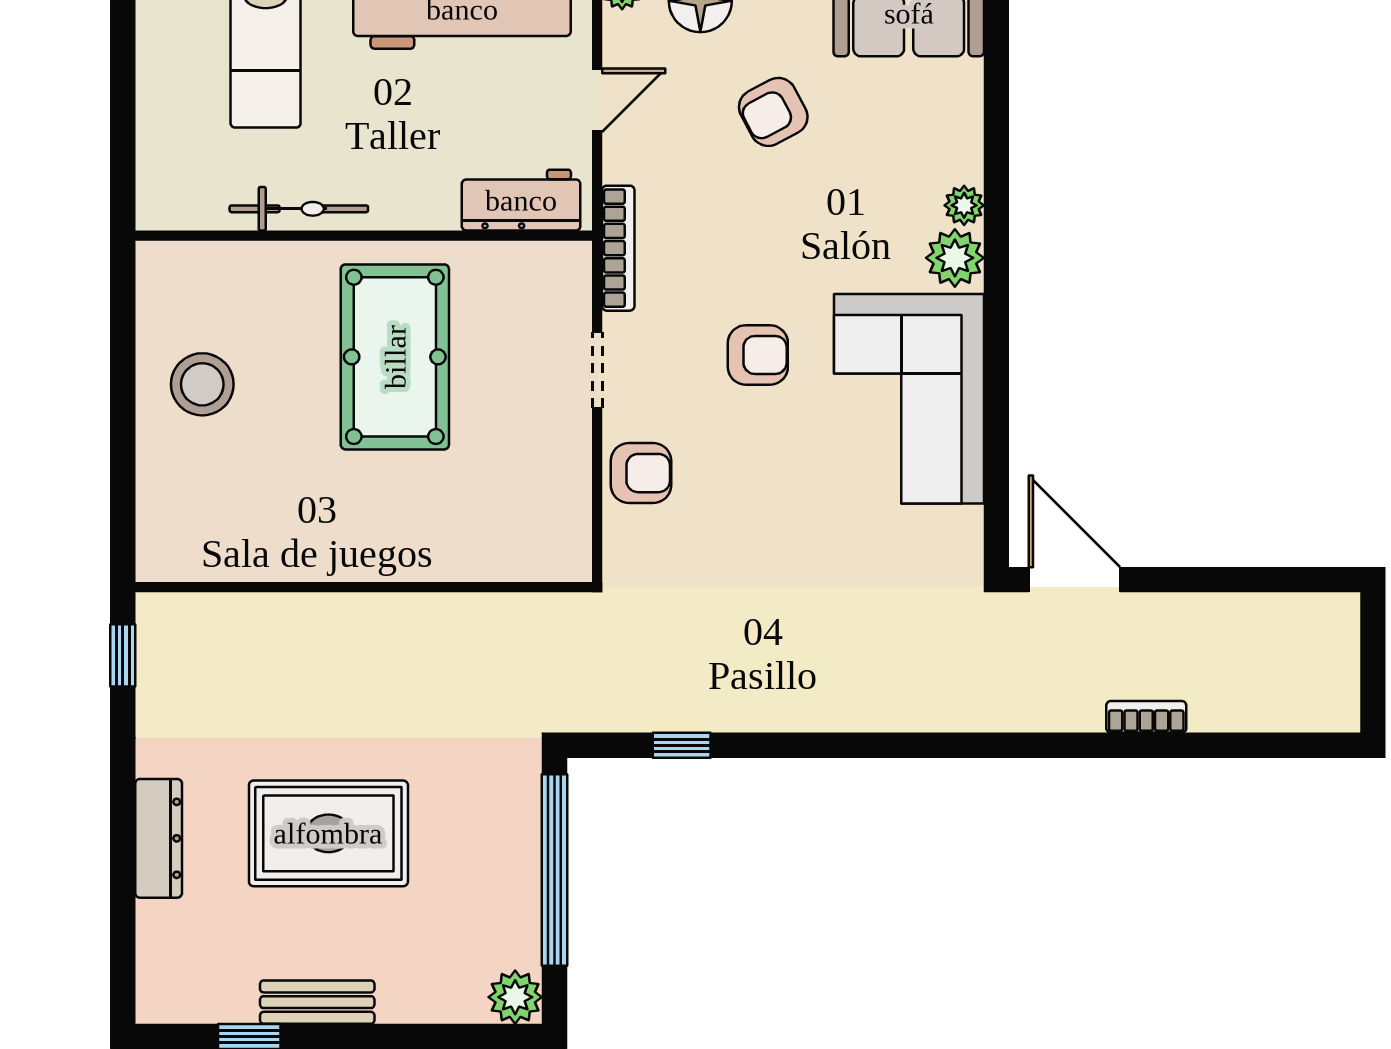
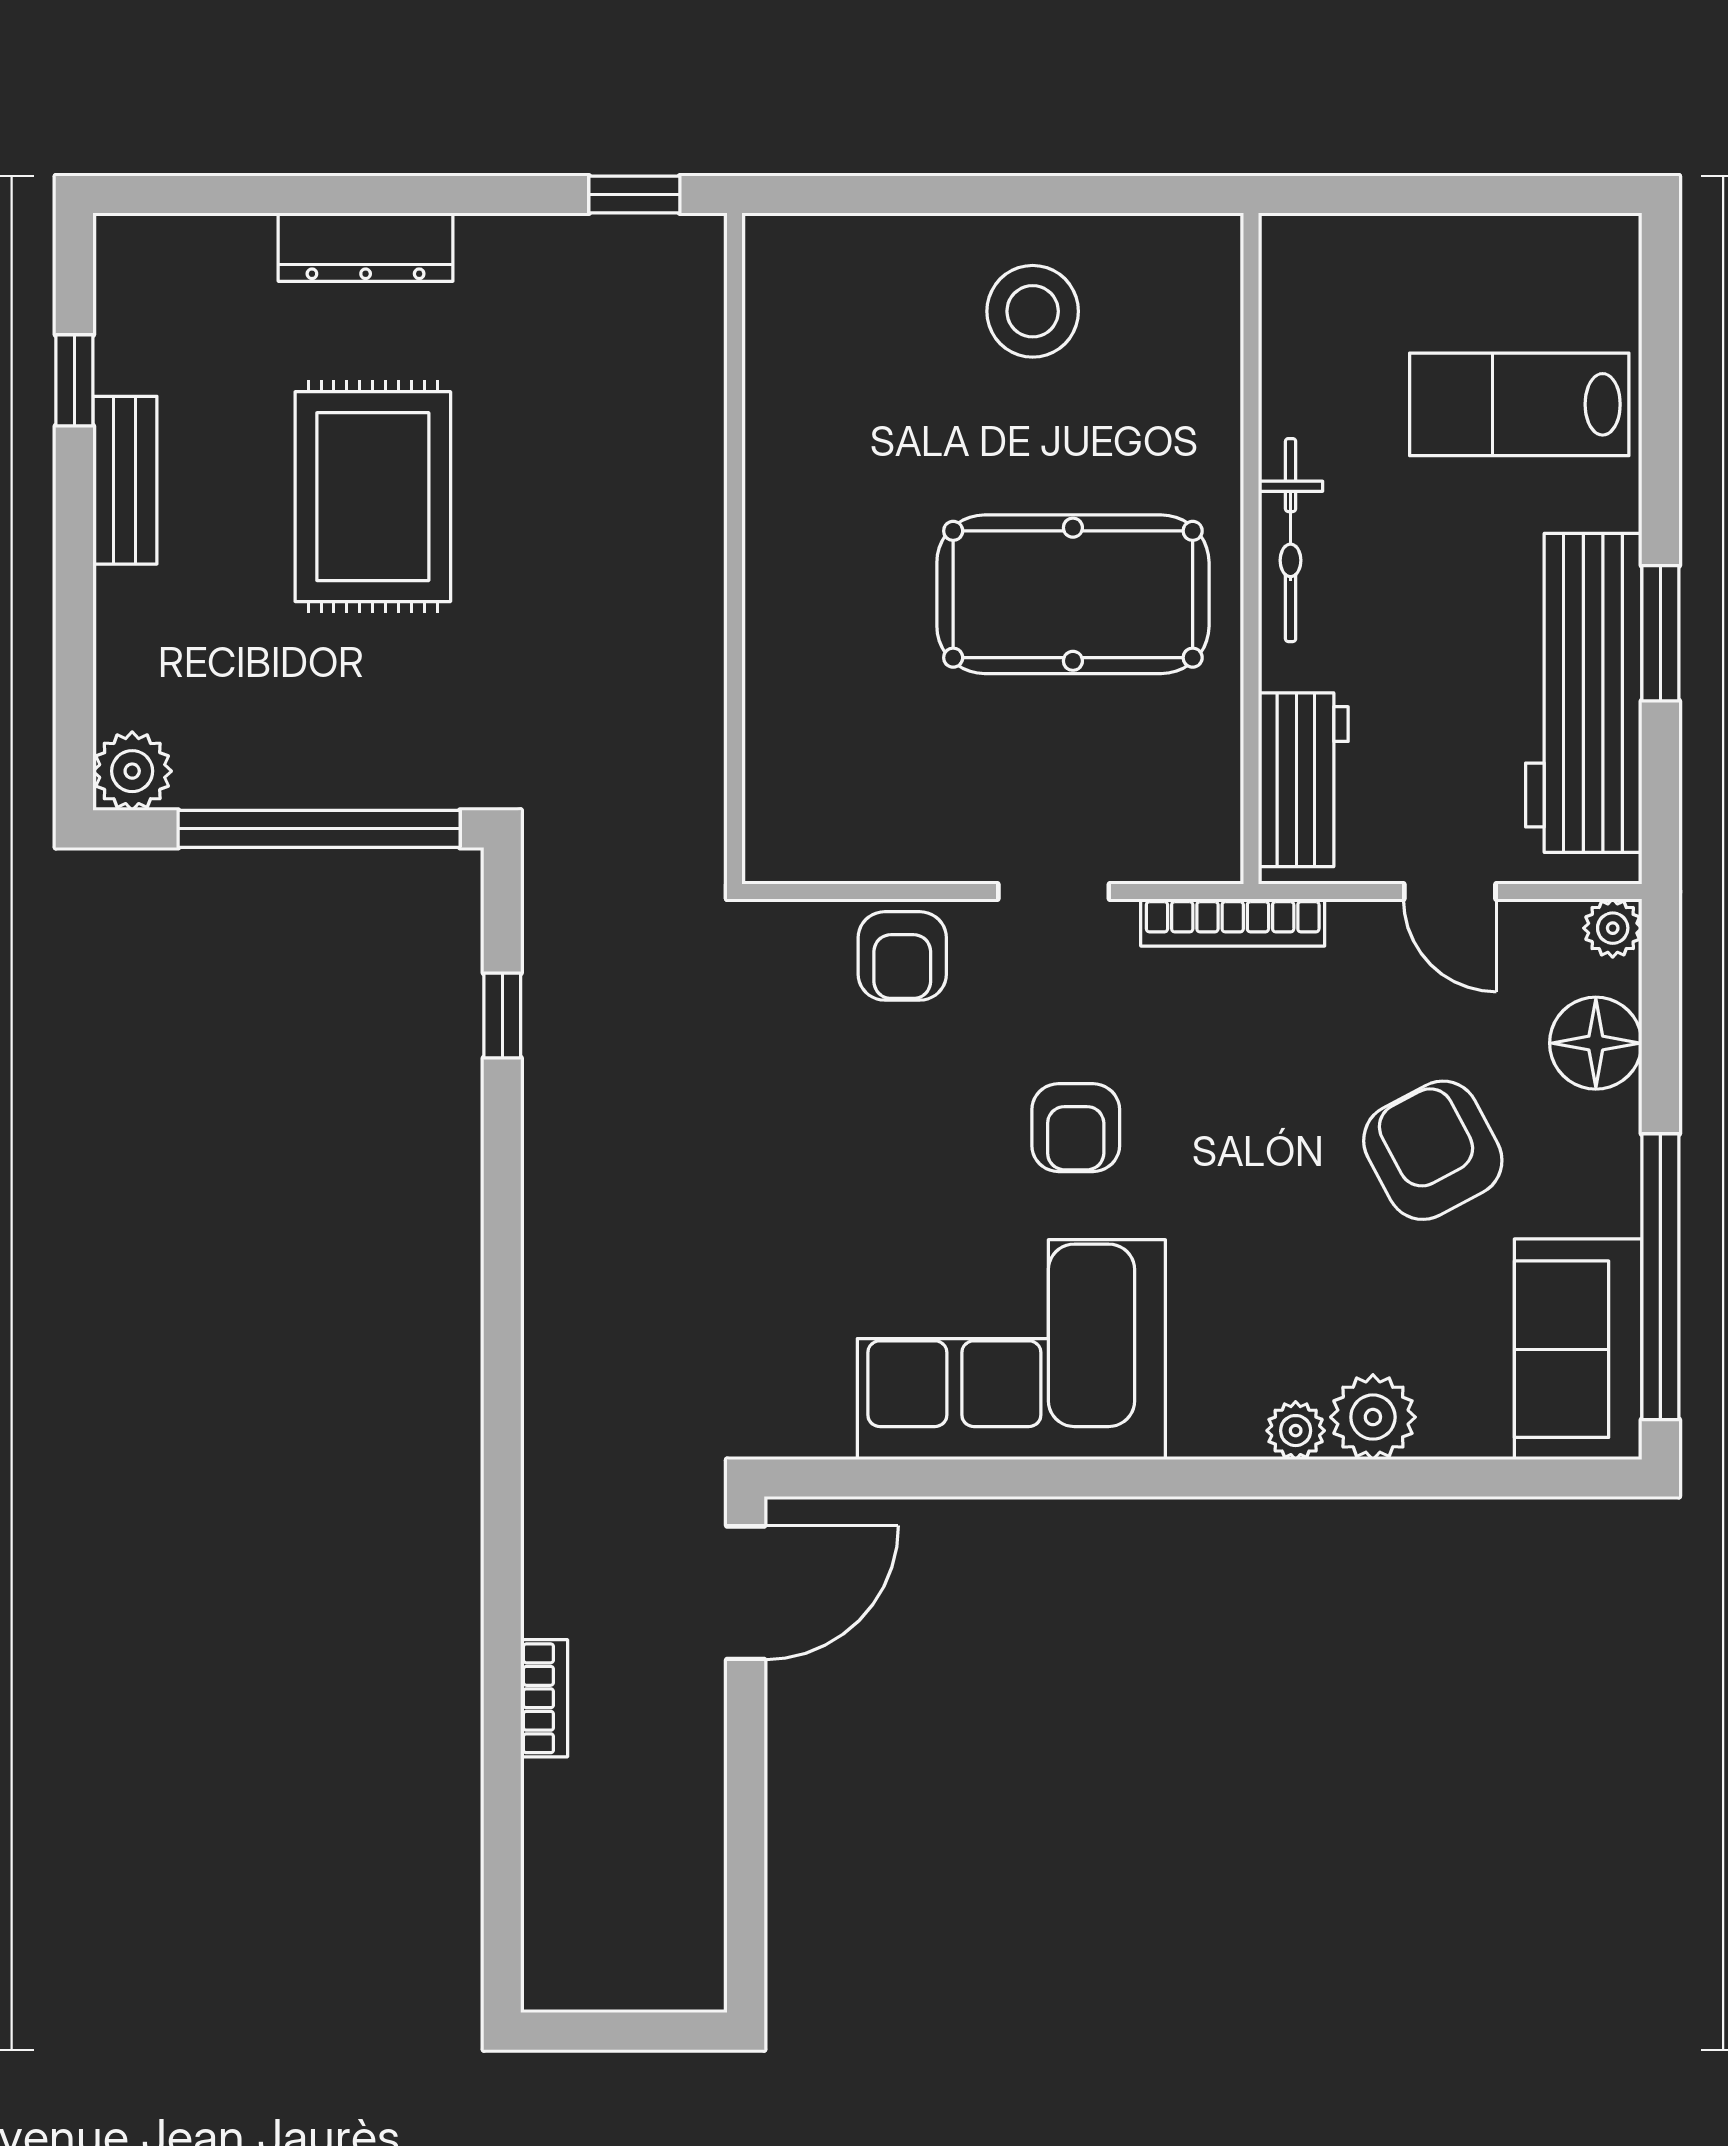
armchair: (773, 112) -> (1433, 1150), width x1.38, depth x1.38
bicycle: (299, 209) -> (1291, 540), moved
plant: (955, 258) -> (1373, 1417), moved

